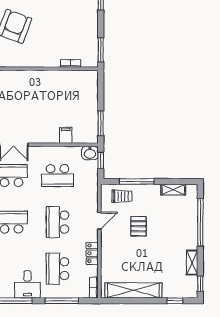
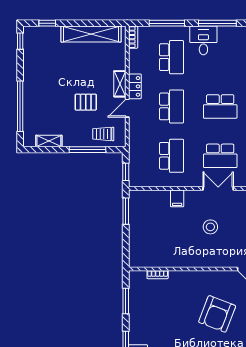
window: (101, 50) -> (126, 301), moved
stool: (21, 108) -> (210, 227), added
filing cabinet: (66, 135) -> (177, 198), moved
washbasin: (90, 153) -> (137, 180), removed
school desk: (57, 176) -> (172, 156), turned 90
pallet: (138, 226) -> (86, 102), turned 90
locker: (92, 253) -> (135, 86), moved
shelving: (192, 263) -> (120, 84), moved

